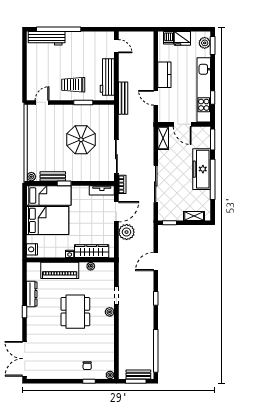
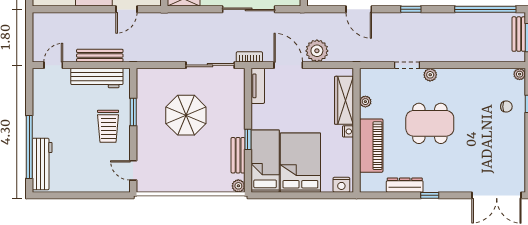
bench: (123, 98) -> (100, 56), moved

